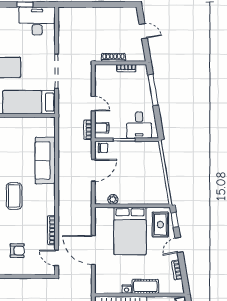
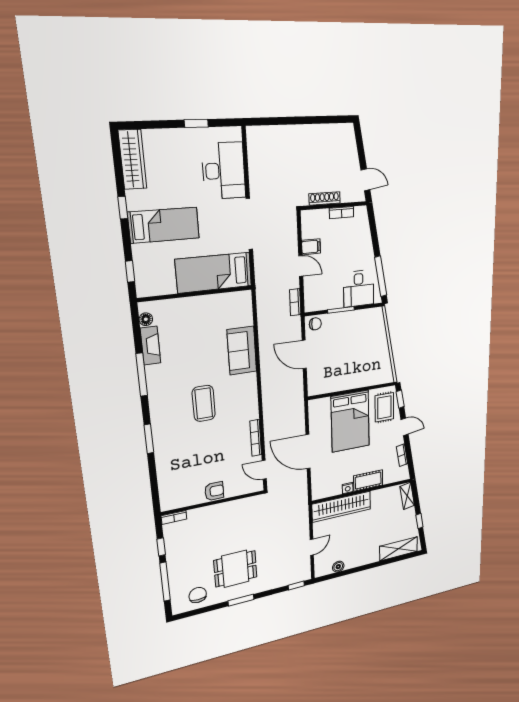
desk: (37, 21) -> (224, 171), moved, turned 90
door: (143, 31) -> (365, 180), moved
window: (153, 90) -> (381, 276), moved
filing cabinet: (102, 128) -> (311, 247), moved
sofa: (45, 161) -> (242, 351), width x0.73
door: (93, 170) -> (304, 354), swing flipped
plant: (113, 199) -> (329, 387), removed
door: (179, 245) -> (405, 427), swing flipped
armchair: (17, 251) -> (214, 491), moved

